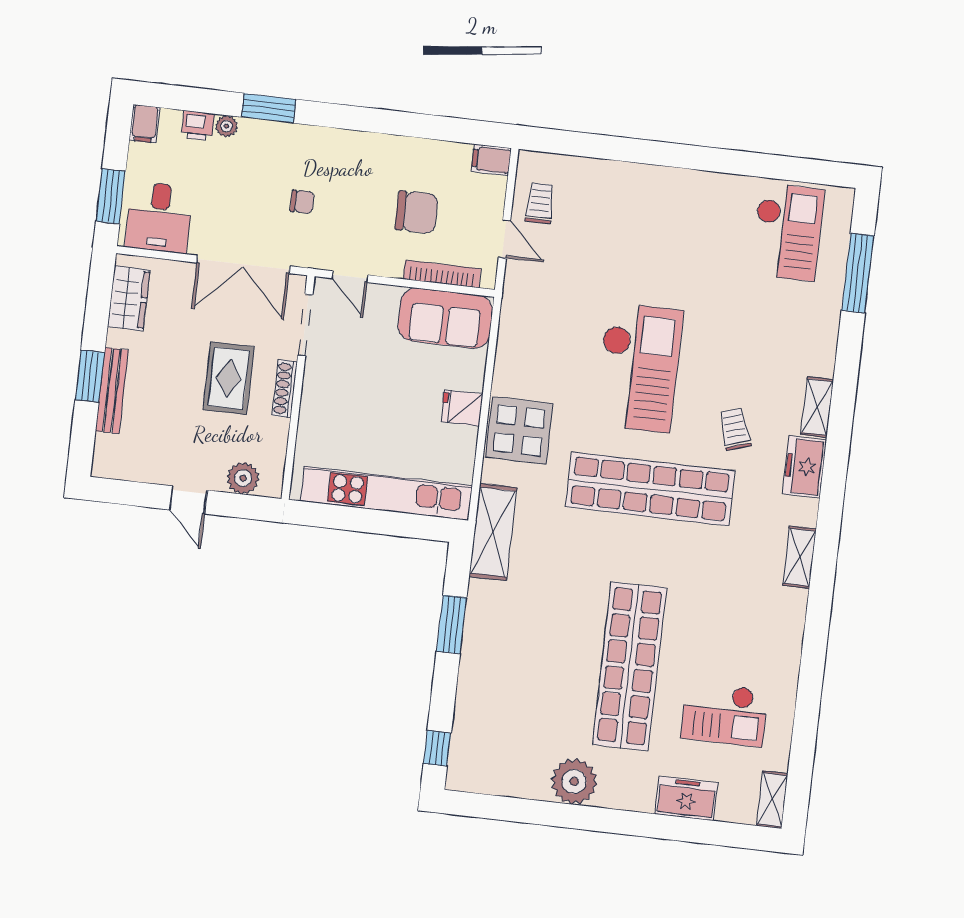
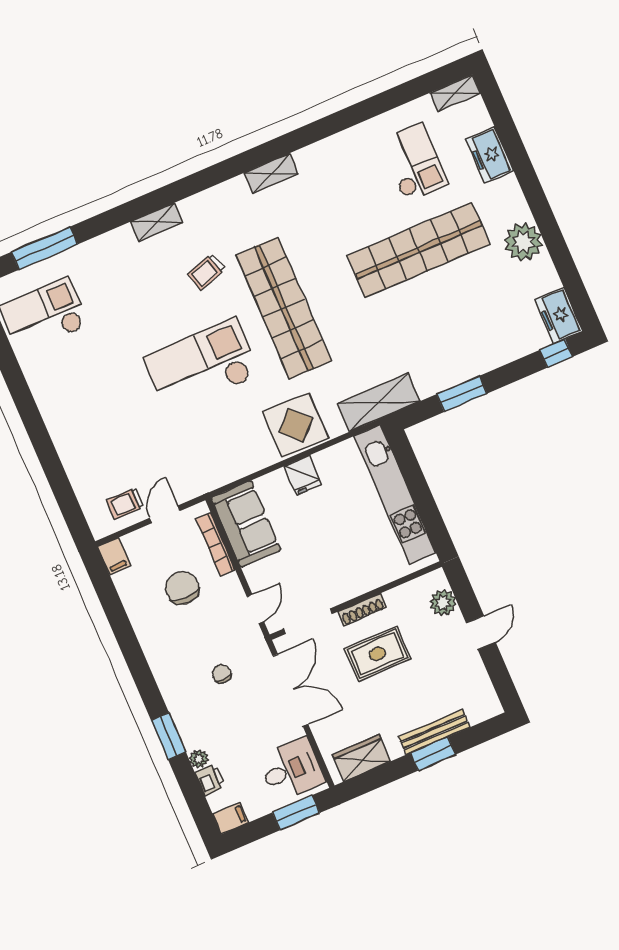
freezer: (804, 467) -> (559, 315), moved, turned 90

